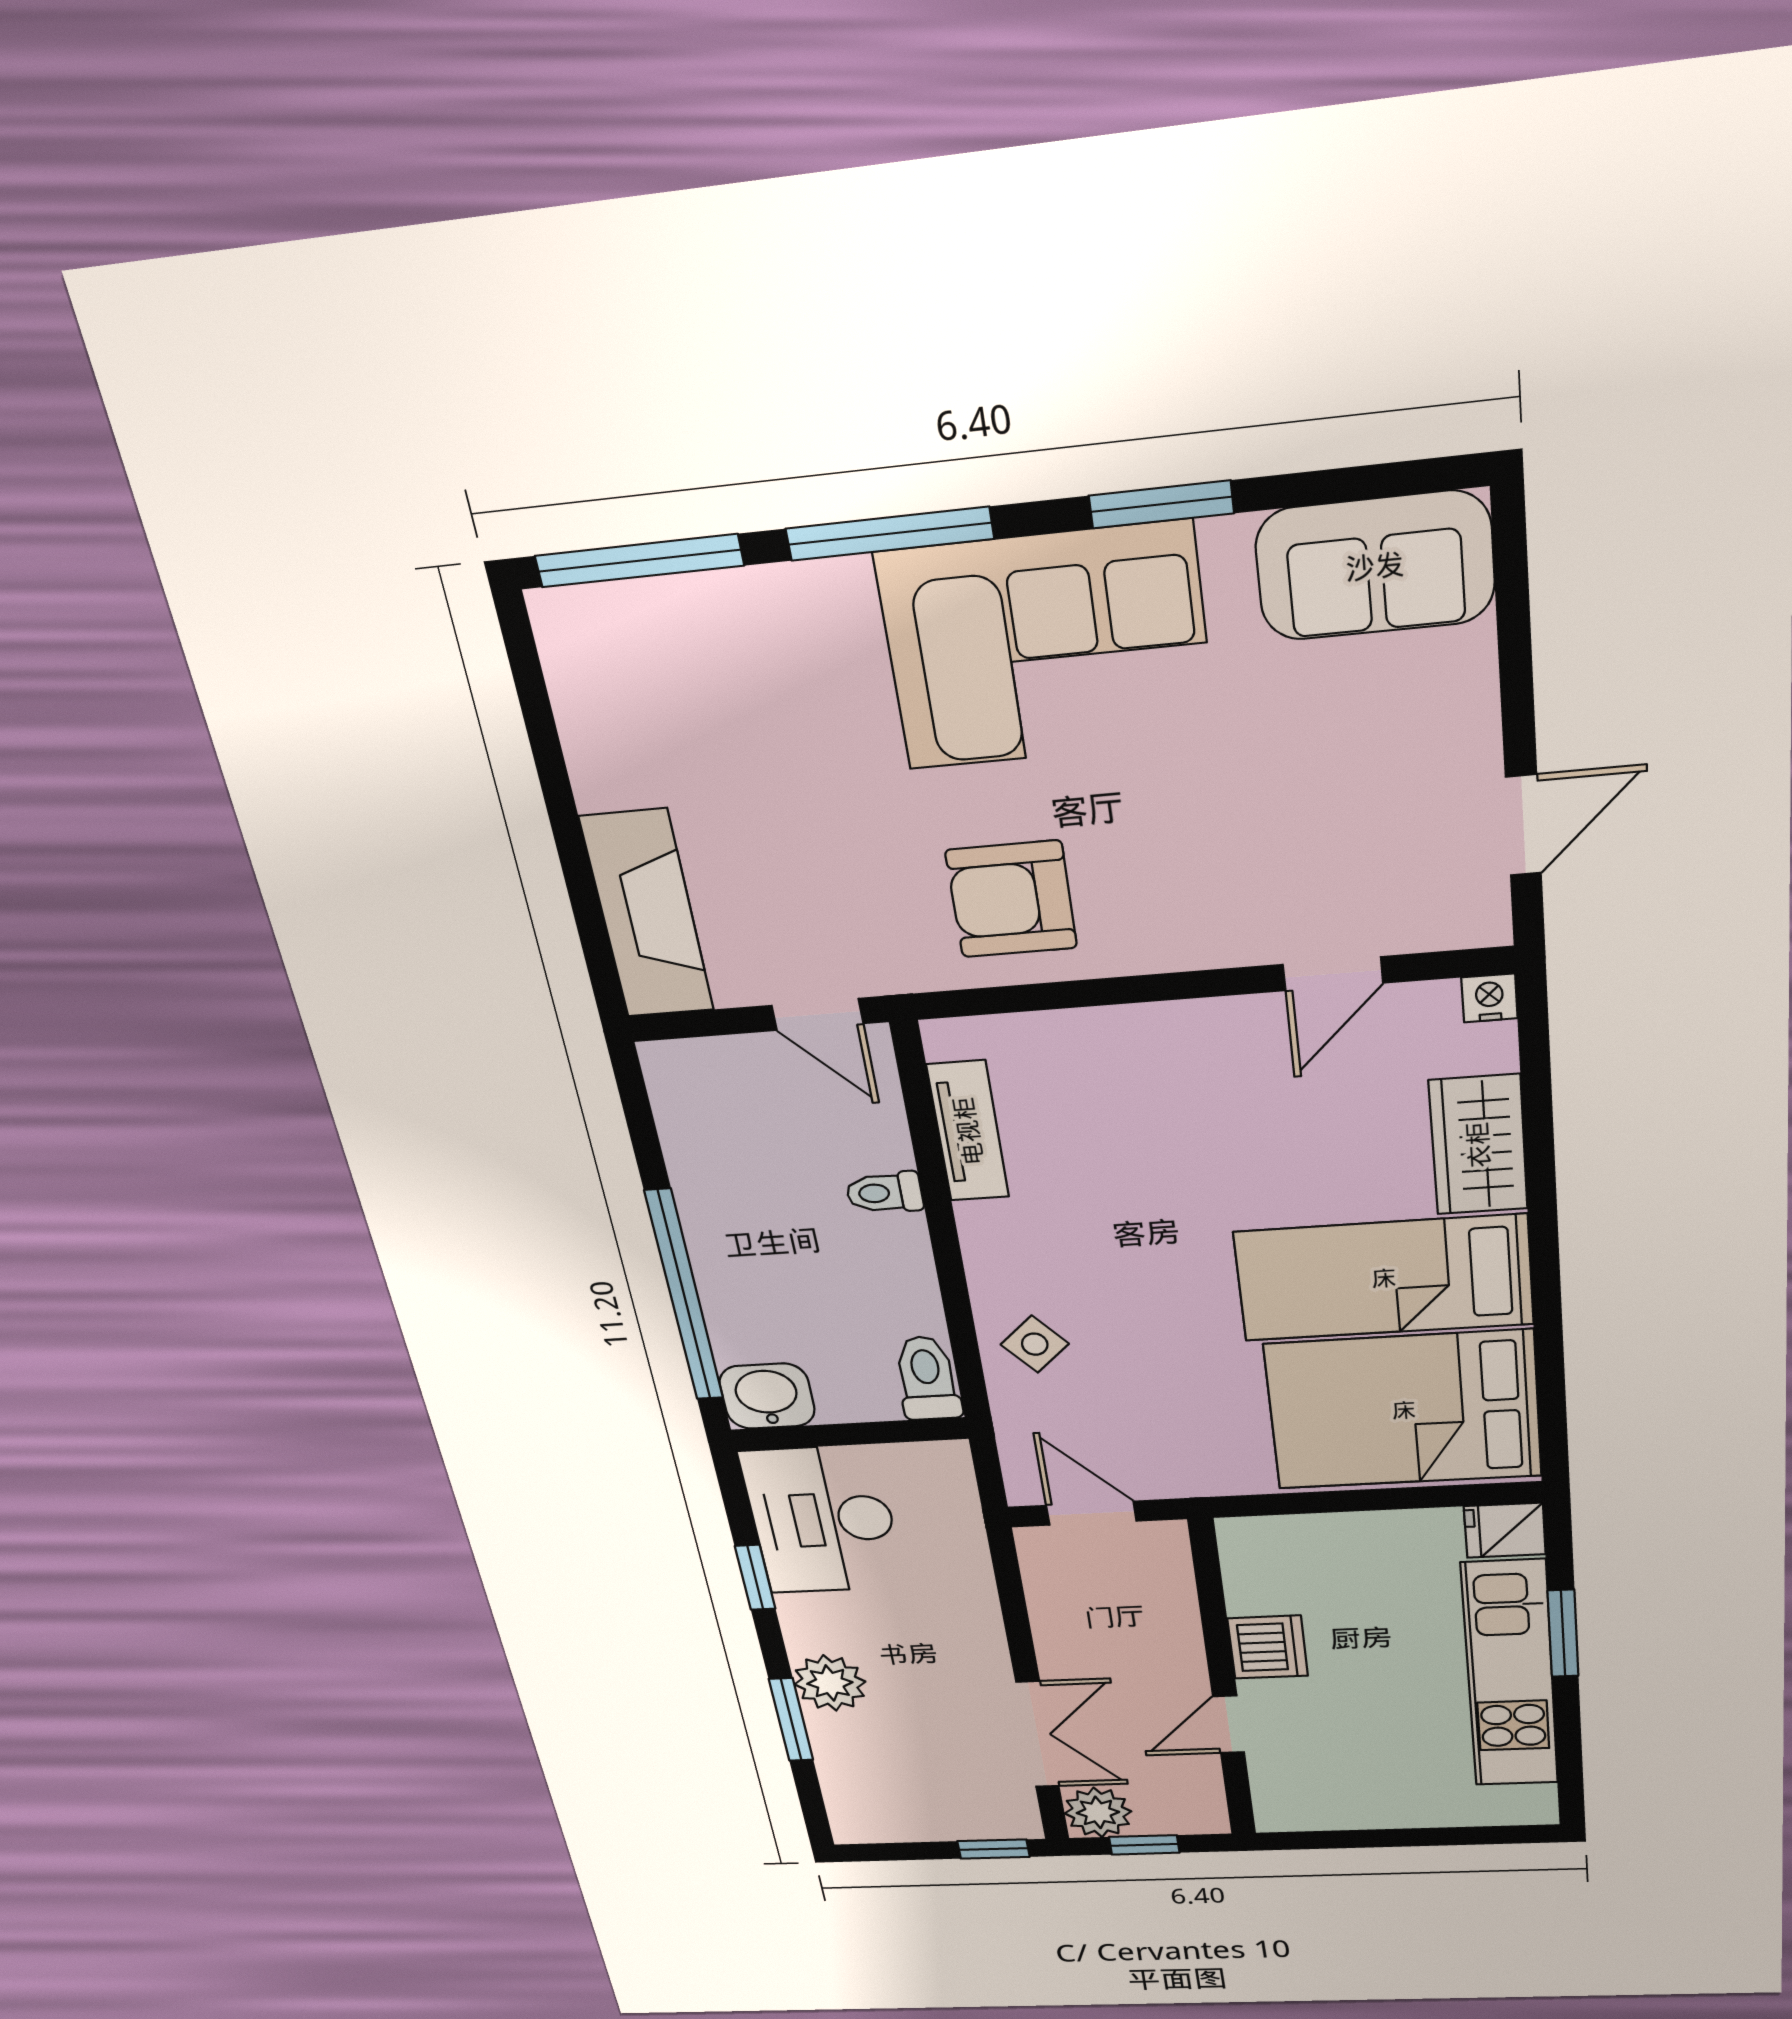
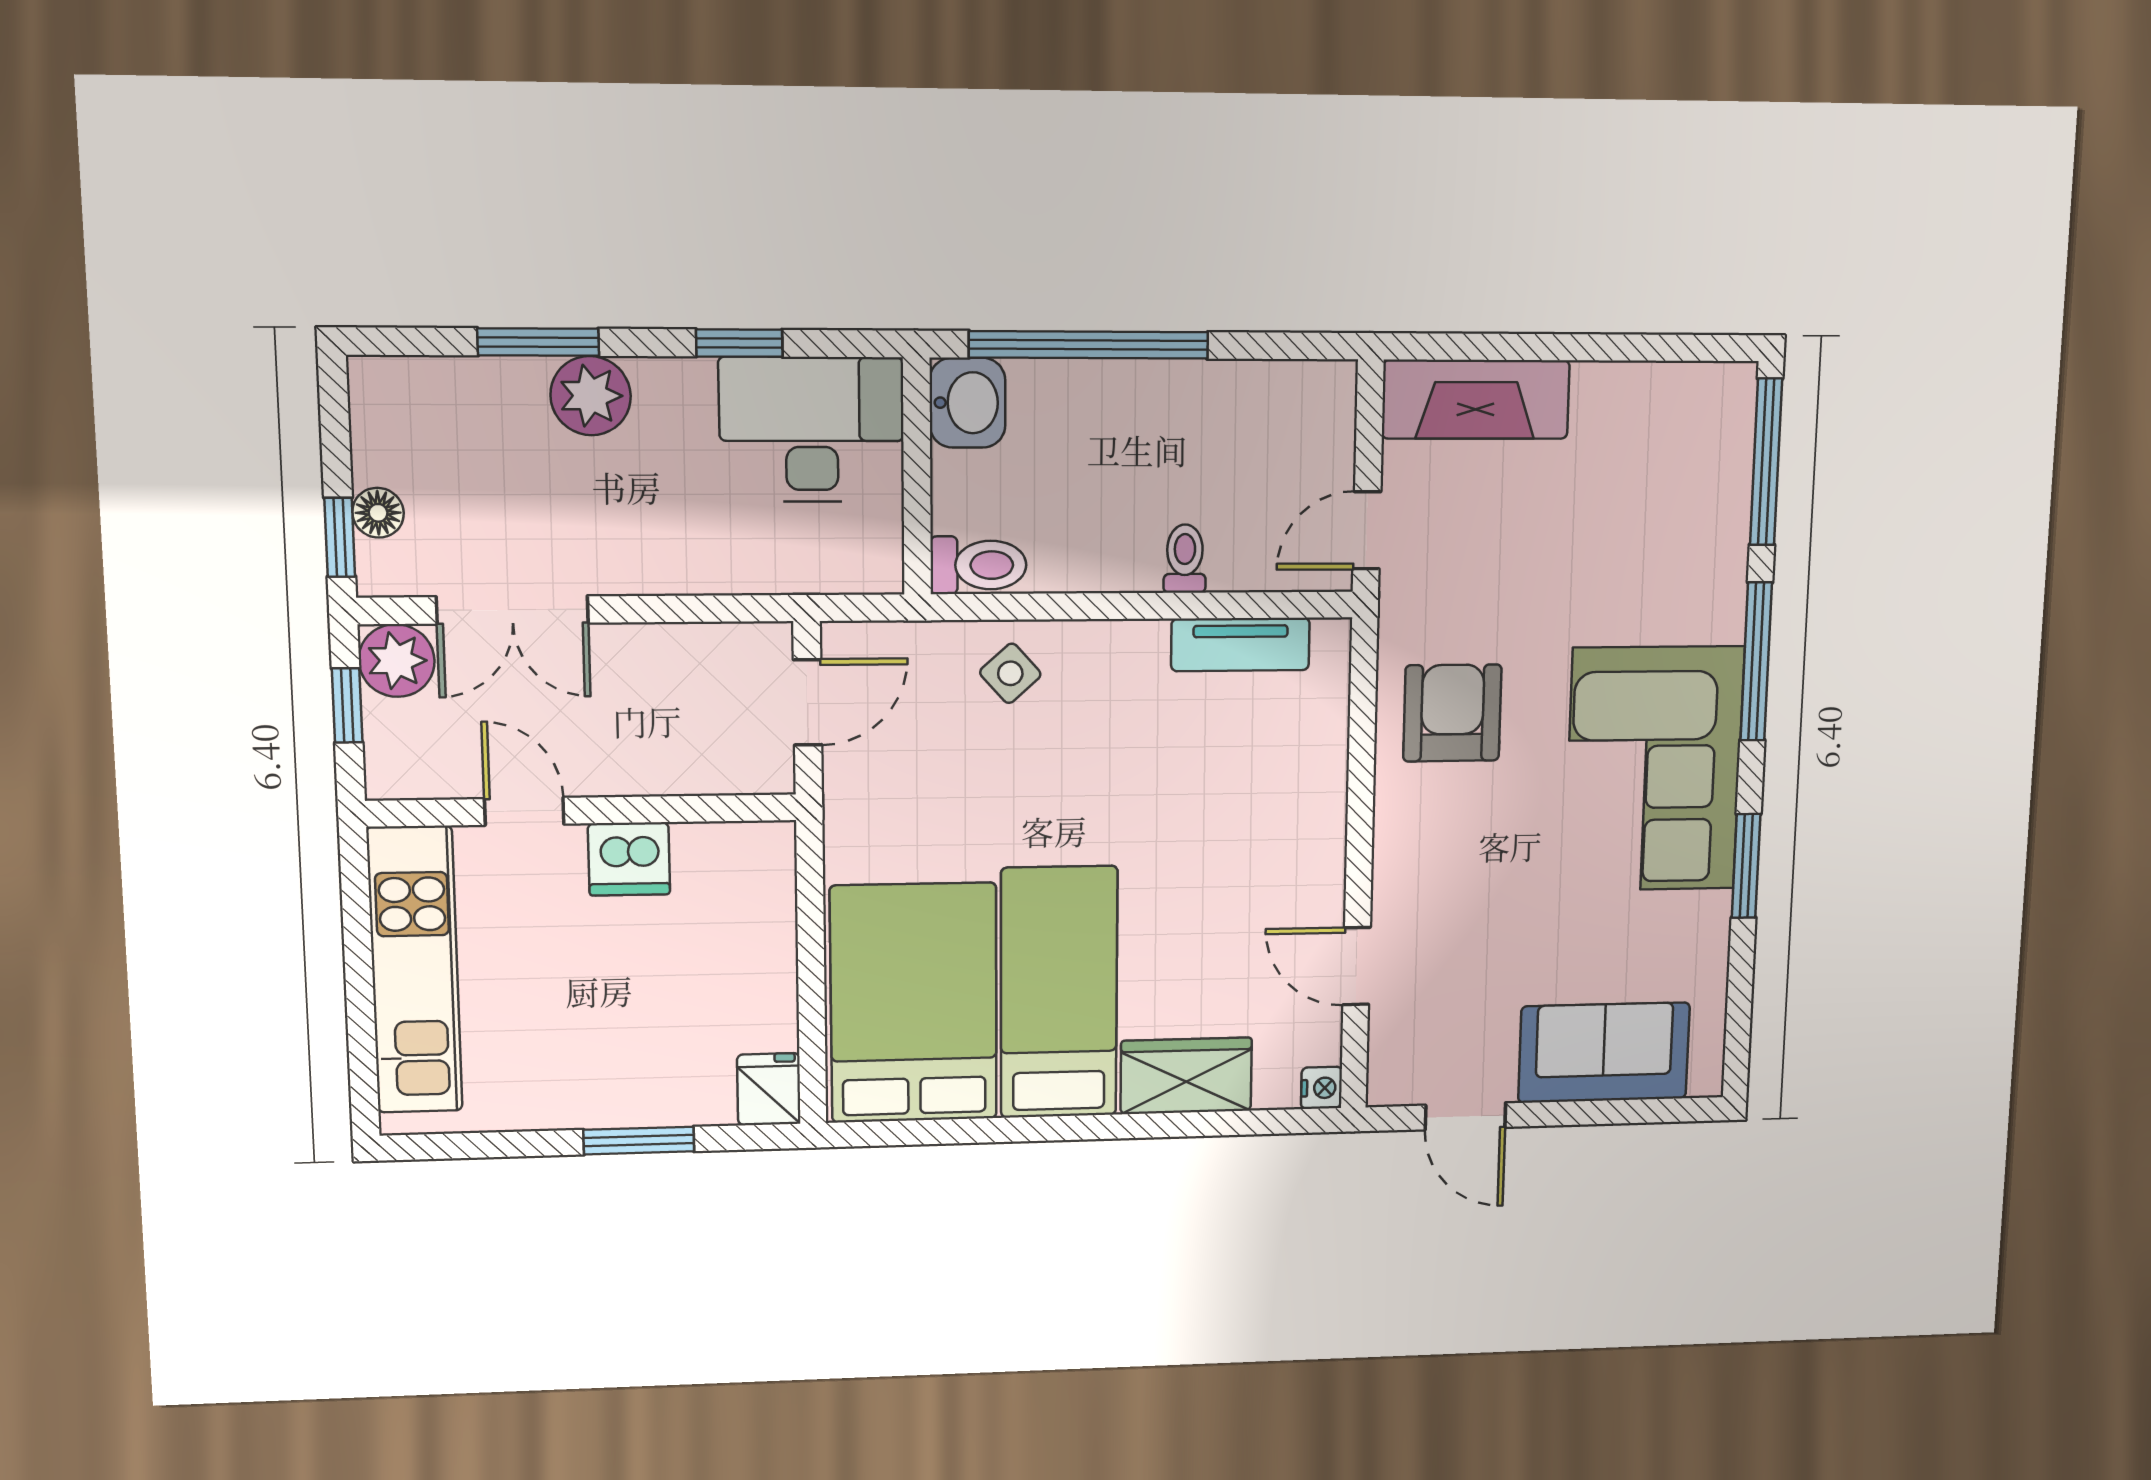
sofa: (1375, 566) -> (1604, 1053), moved, turned 90
kitchen unit: (1510, 1675) -> (415, 970), moved, turned 90
floor lamp: (967, 1824) -> (378, 513), added

